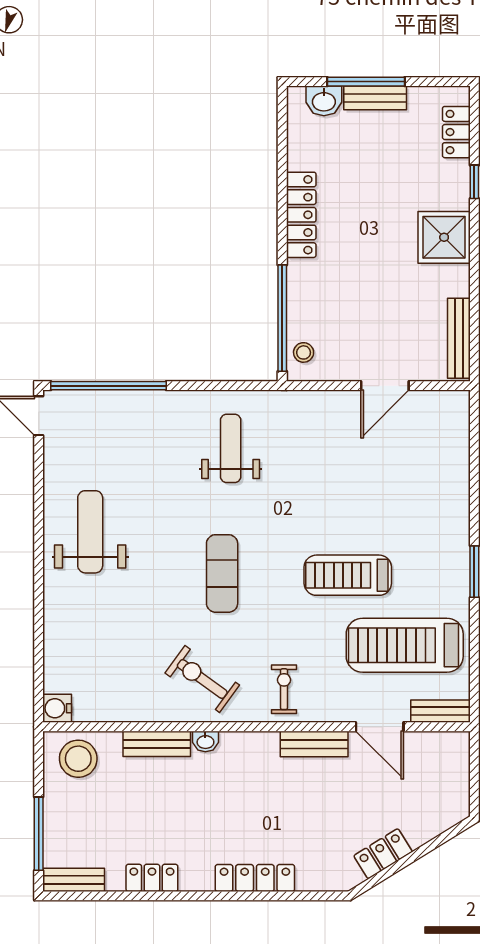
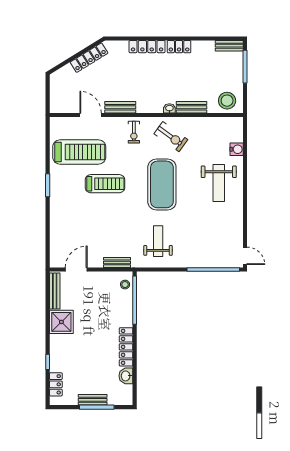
washbasin: (324, 101) -> (126, 376), moved, turned -90
shower: (444, 237) -> (61, 322), moved
door: (385, 386) -> (76, 270), moved
weight bench: (231, 448) -> (158, 241), turned 180
weight bench: (90, 532) -> (219, 183), moved
exercise mat: (222, 573) -> (162, 184), width x2.00, depth x1.45
water cooler: (57, 708) -> (237, 149), moved
bench: (441, 711) -> (117, 262), moved
locker: (383, 854) -> (89, 58), width x1.53
locker: (152, 878) -> (179, 47), moved

